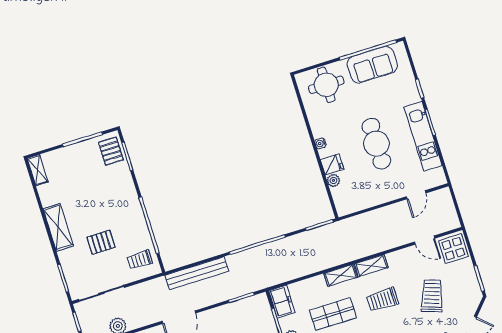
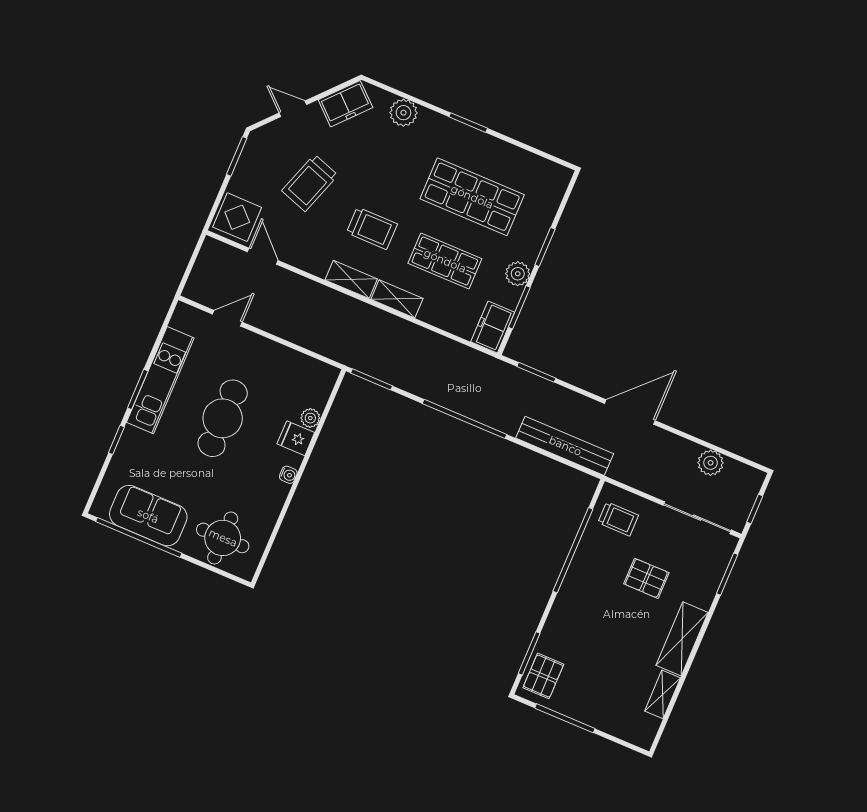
shelving: (38, 170) -> (663, 694), moved

